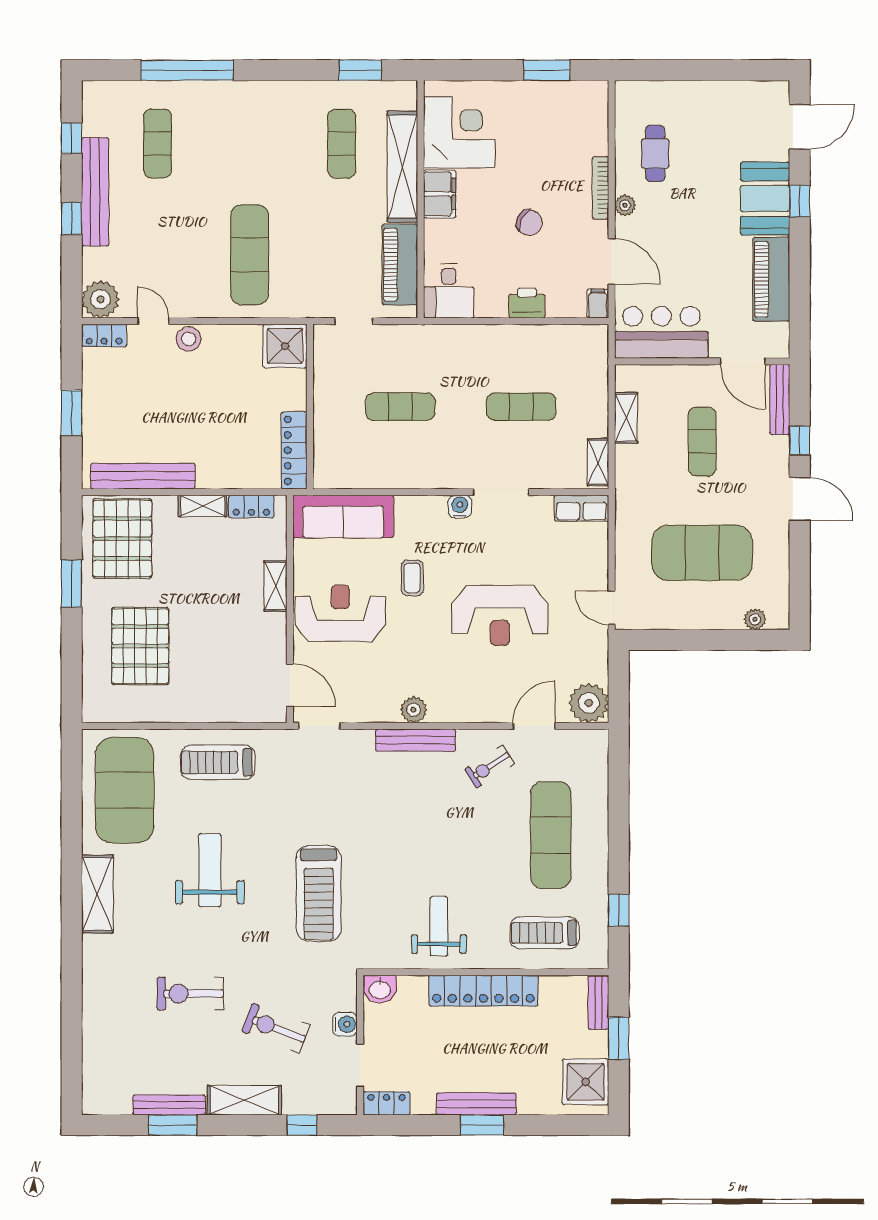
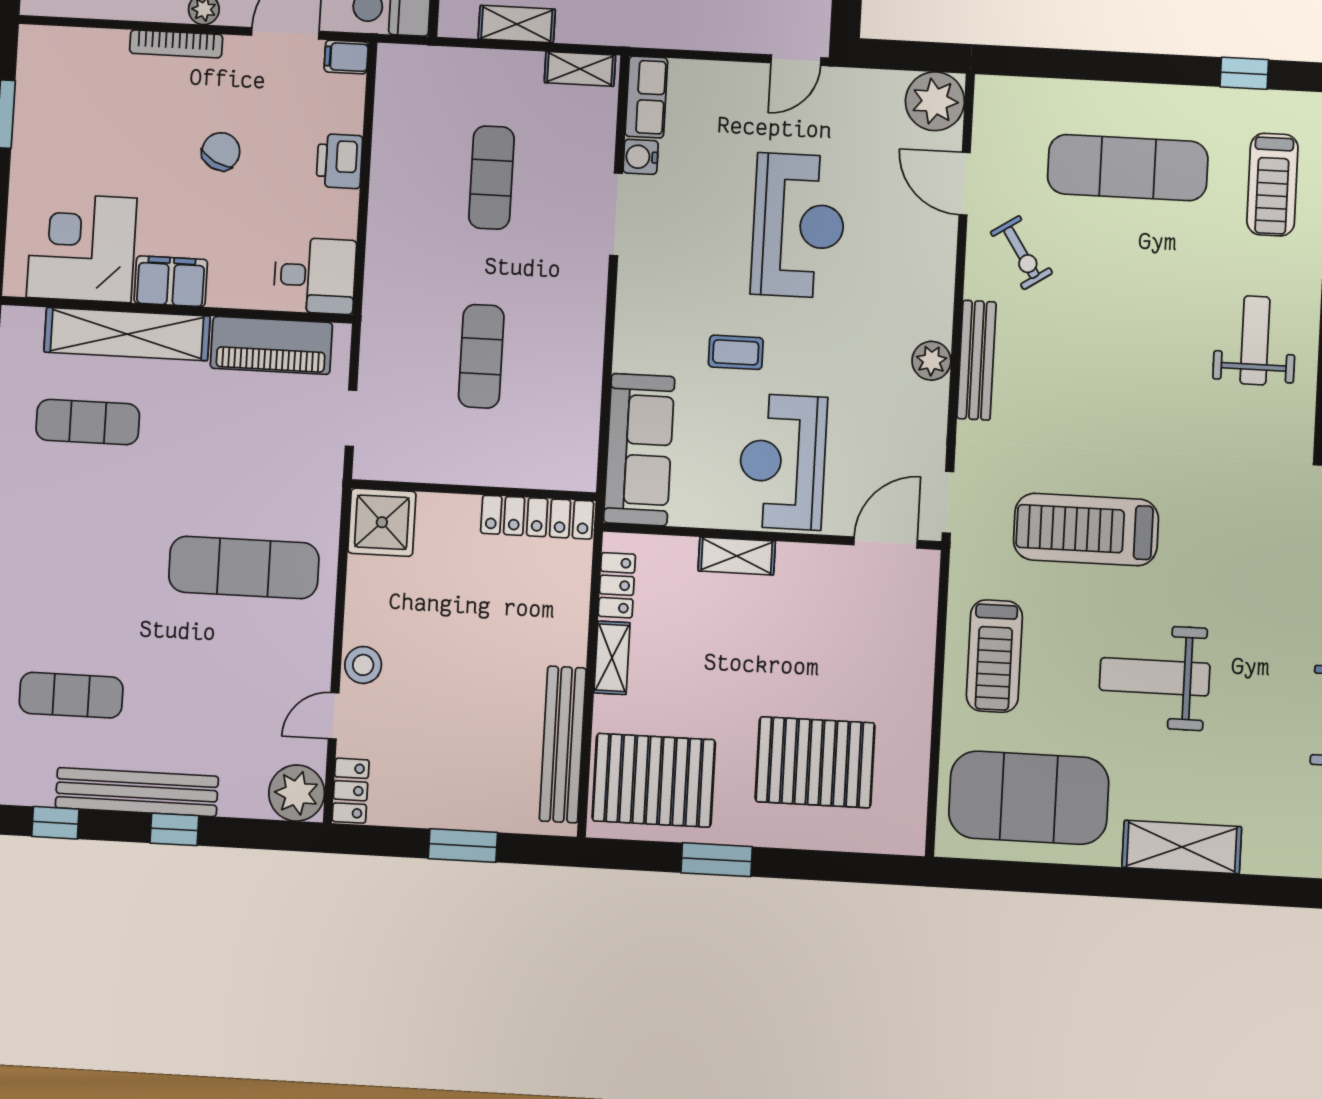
water cooler: (460, 506) -> (641, 157), moved
treadmill: (319, 893) -> (1086, 530), moved, turned 180
weight bench: (439, 926) -> (1255, 340), turned 90

